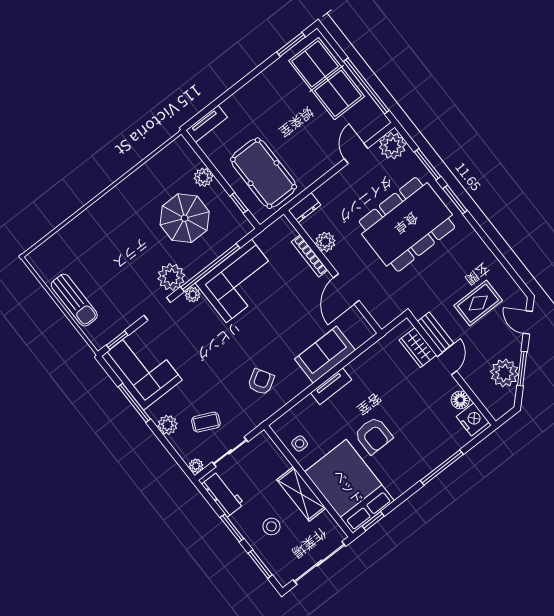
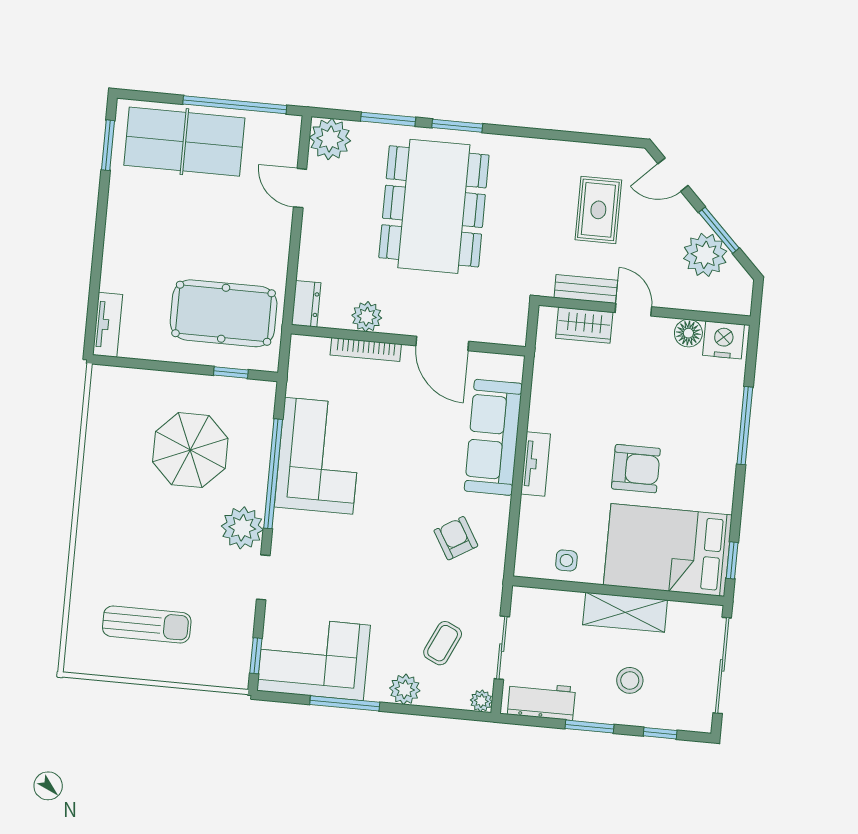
plant: (203, 177) -> (164, 385), removed
plant: (193, 295) -> (285, 522), removed
sun lounger: (74, 300) -> (147, 624), moved
sofa: (325, 355) -> (493, 437), width x1.36
window: (260, 564) -> (660, 733), width x0.67

